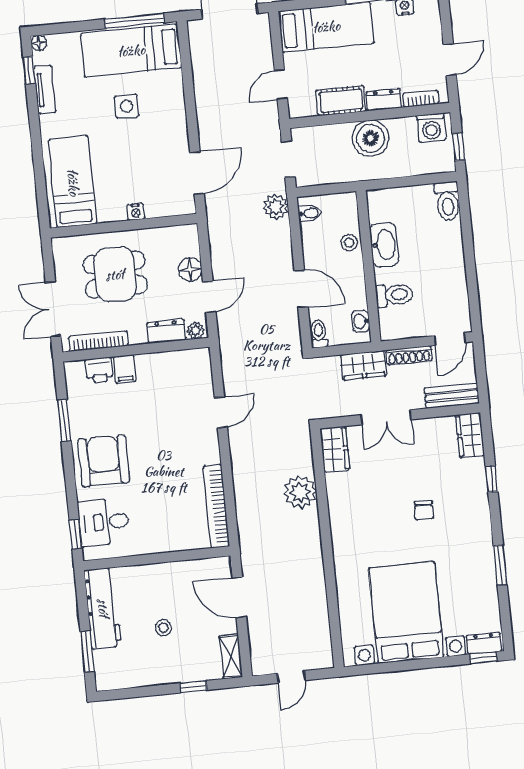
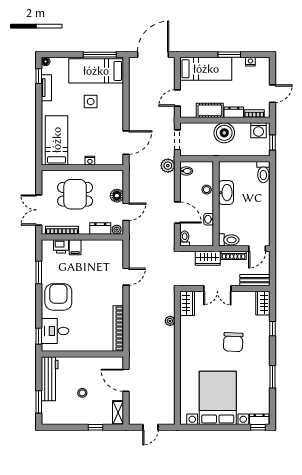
toilet: (394, 295) -> (229, 240), moved
washbasin: (361, 321) -> (209, 219), moved
plant: (300, 492) -> (170, 321), width x0.53, depth x0.53
chair: (424, 510) -> (233, 342), width x1.87, depth x1.87

